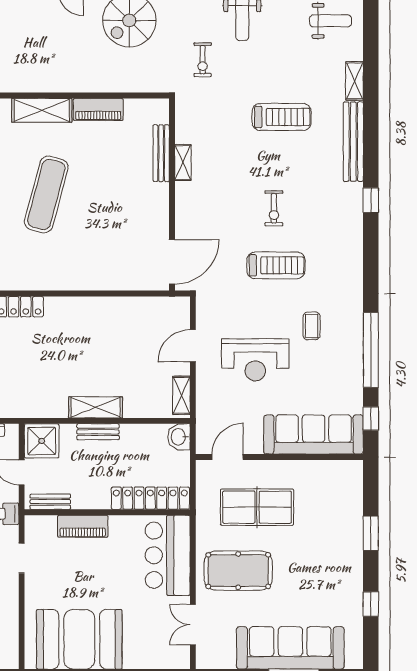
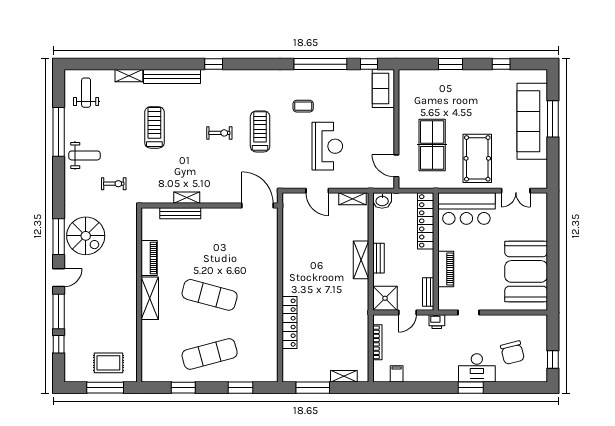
sofa: (313, 434) -> (383, 89), width x0.54, depth x0.79

